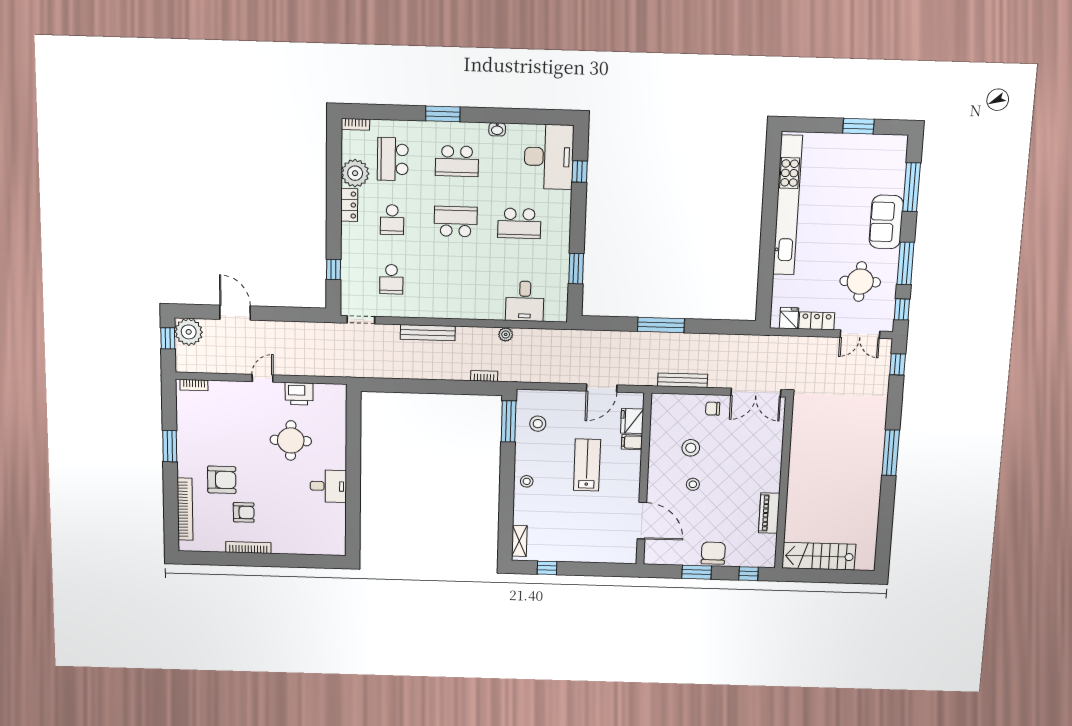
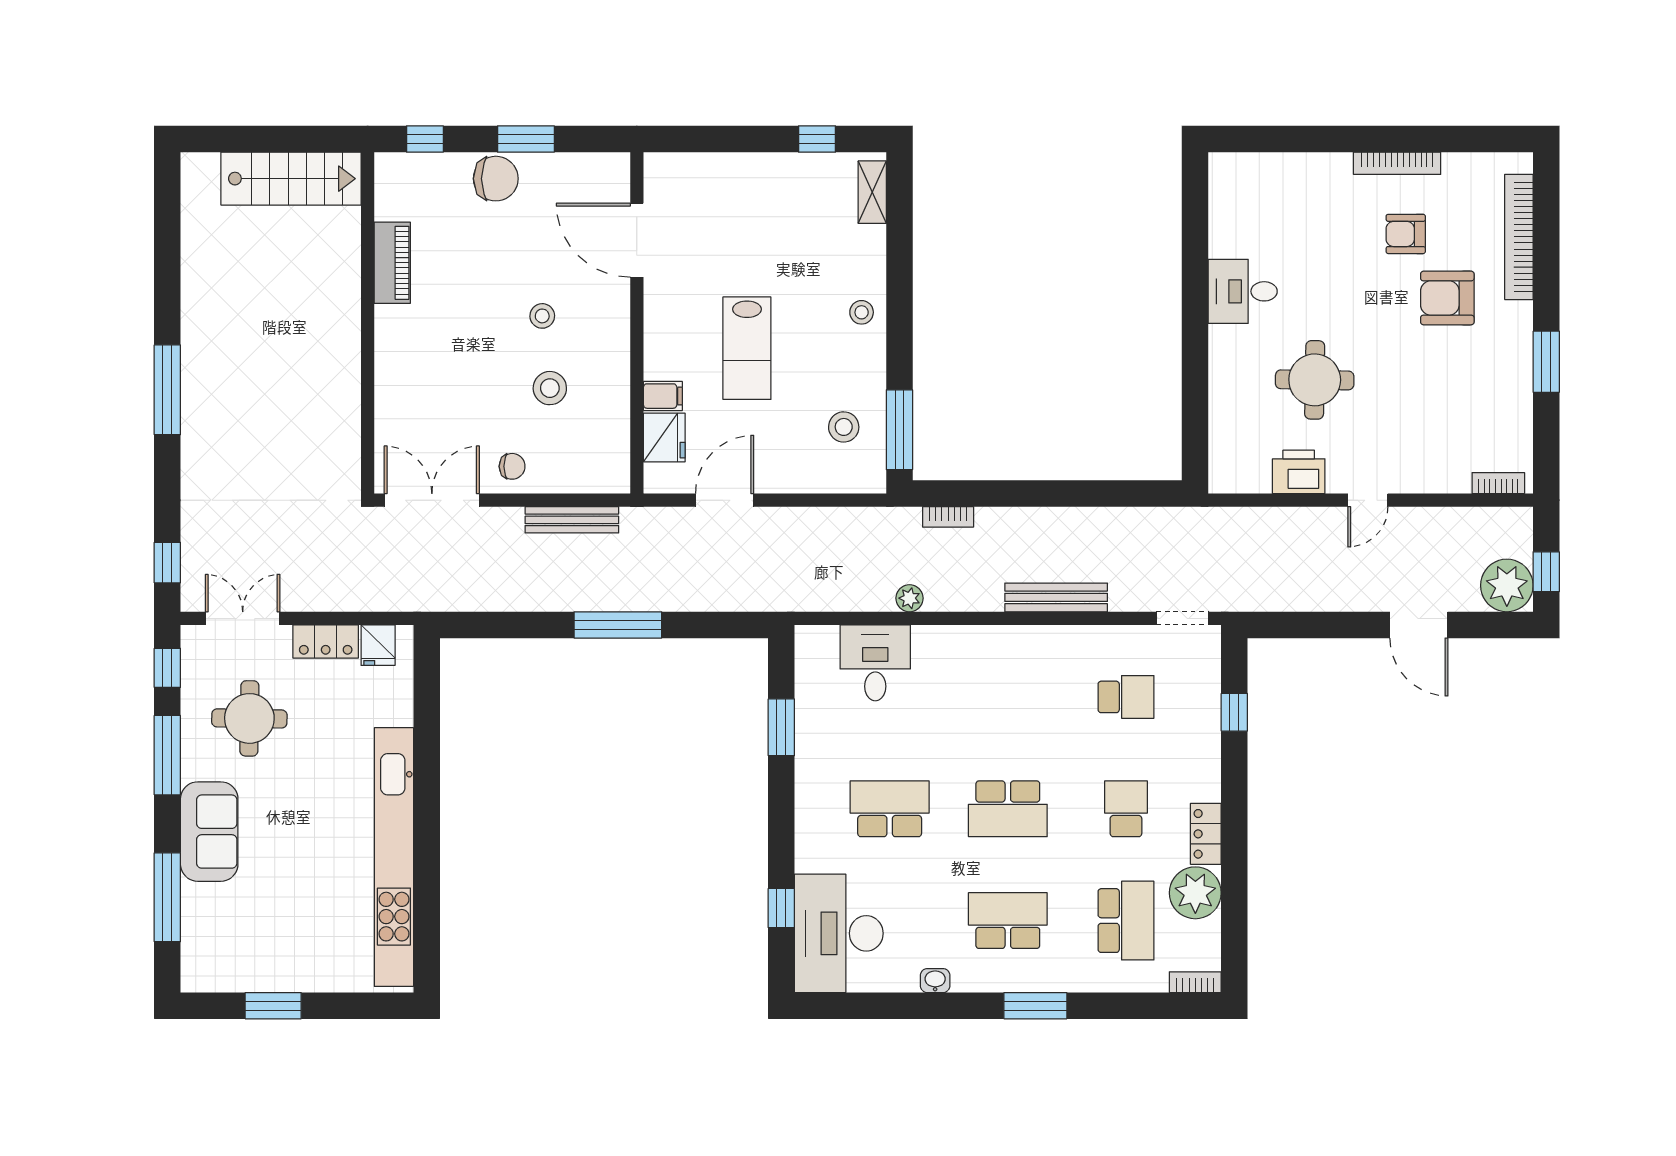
school desk: (391, 279) -> (1126, 697), turned 90
chair: (713, 553) -> (496, 179), turned -90

